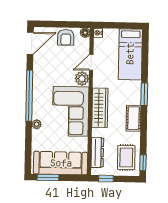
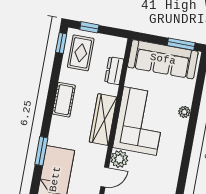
window: (144, 94) -> (41, 151), moved
window: (29, 96) -> (188, 149), removed
dresser: (97, 152) -> (114, 71), width x0.70
window: (106, 179) -> (89, 27), moved

